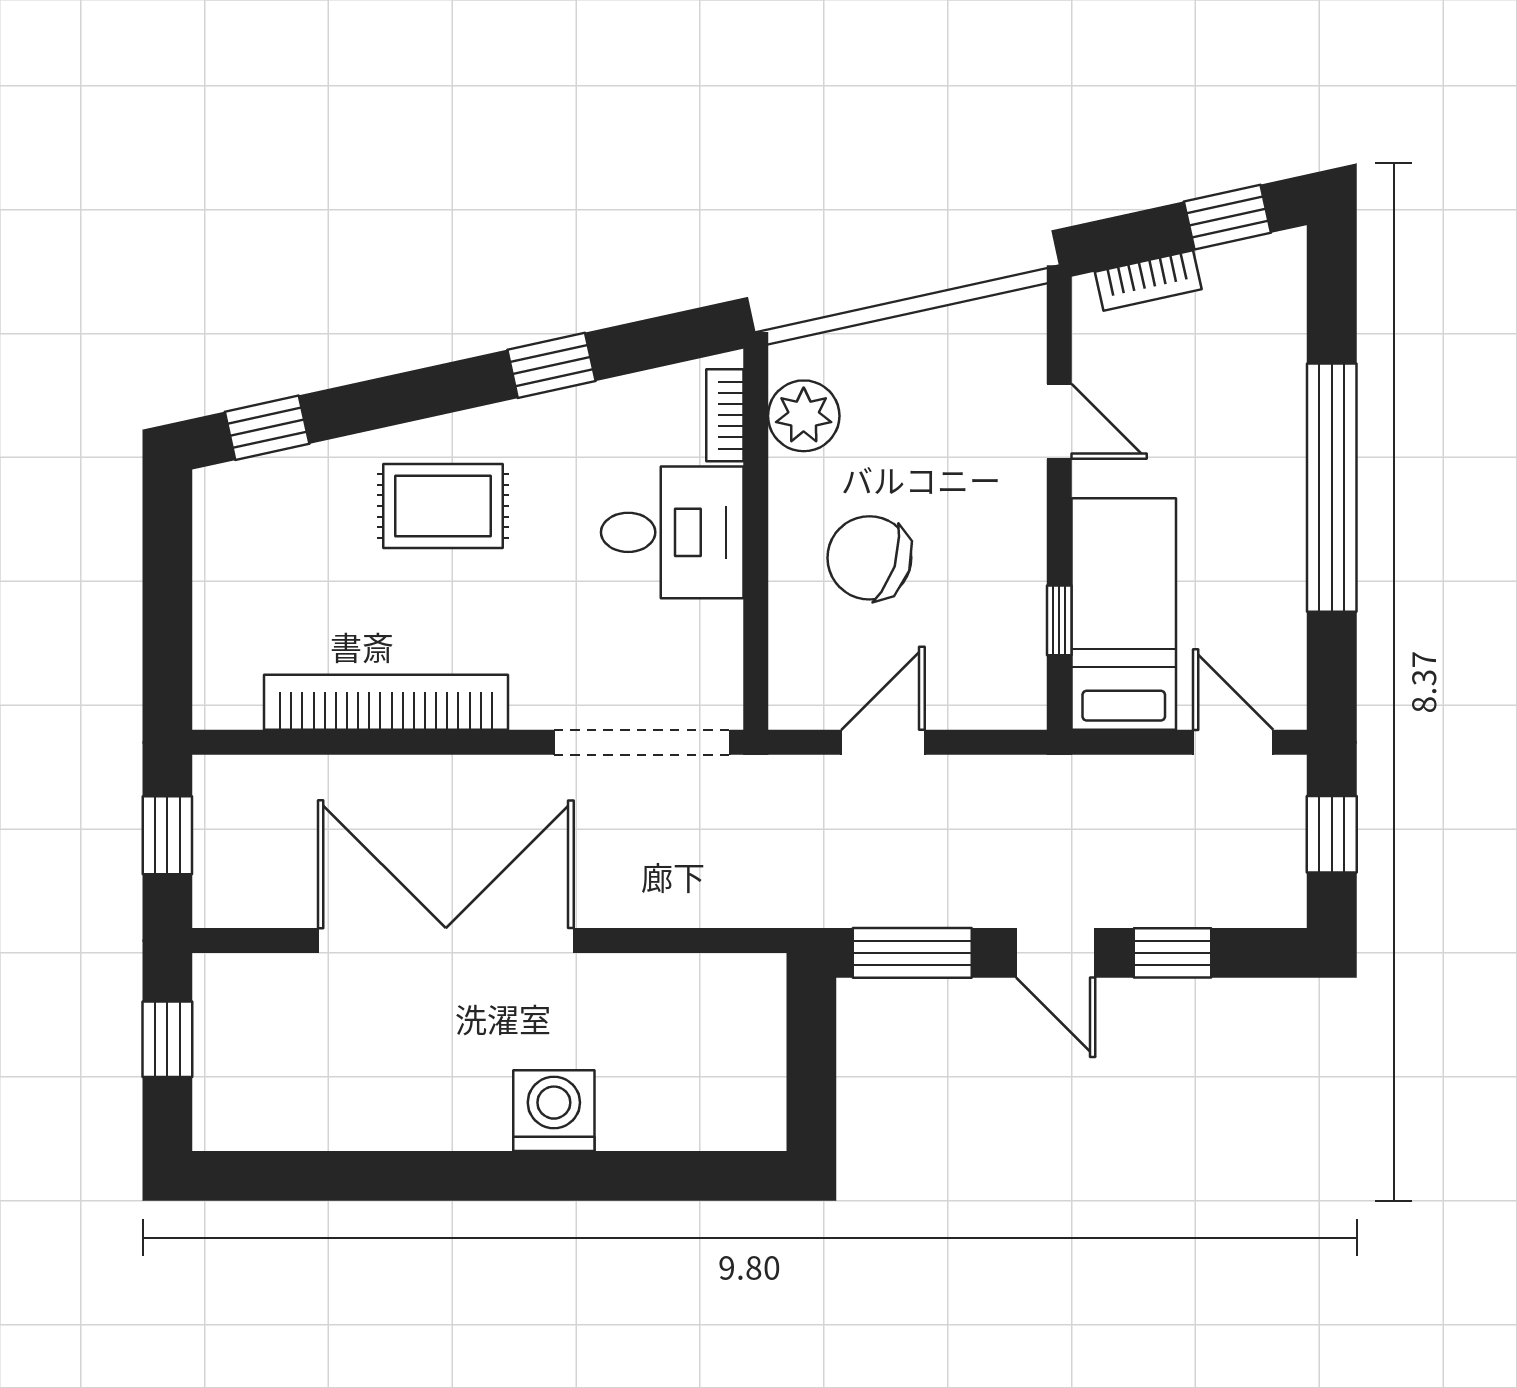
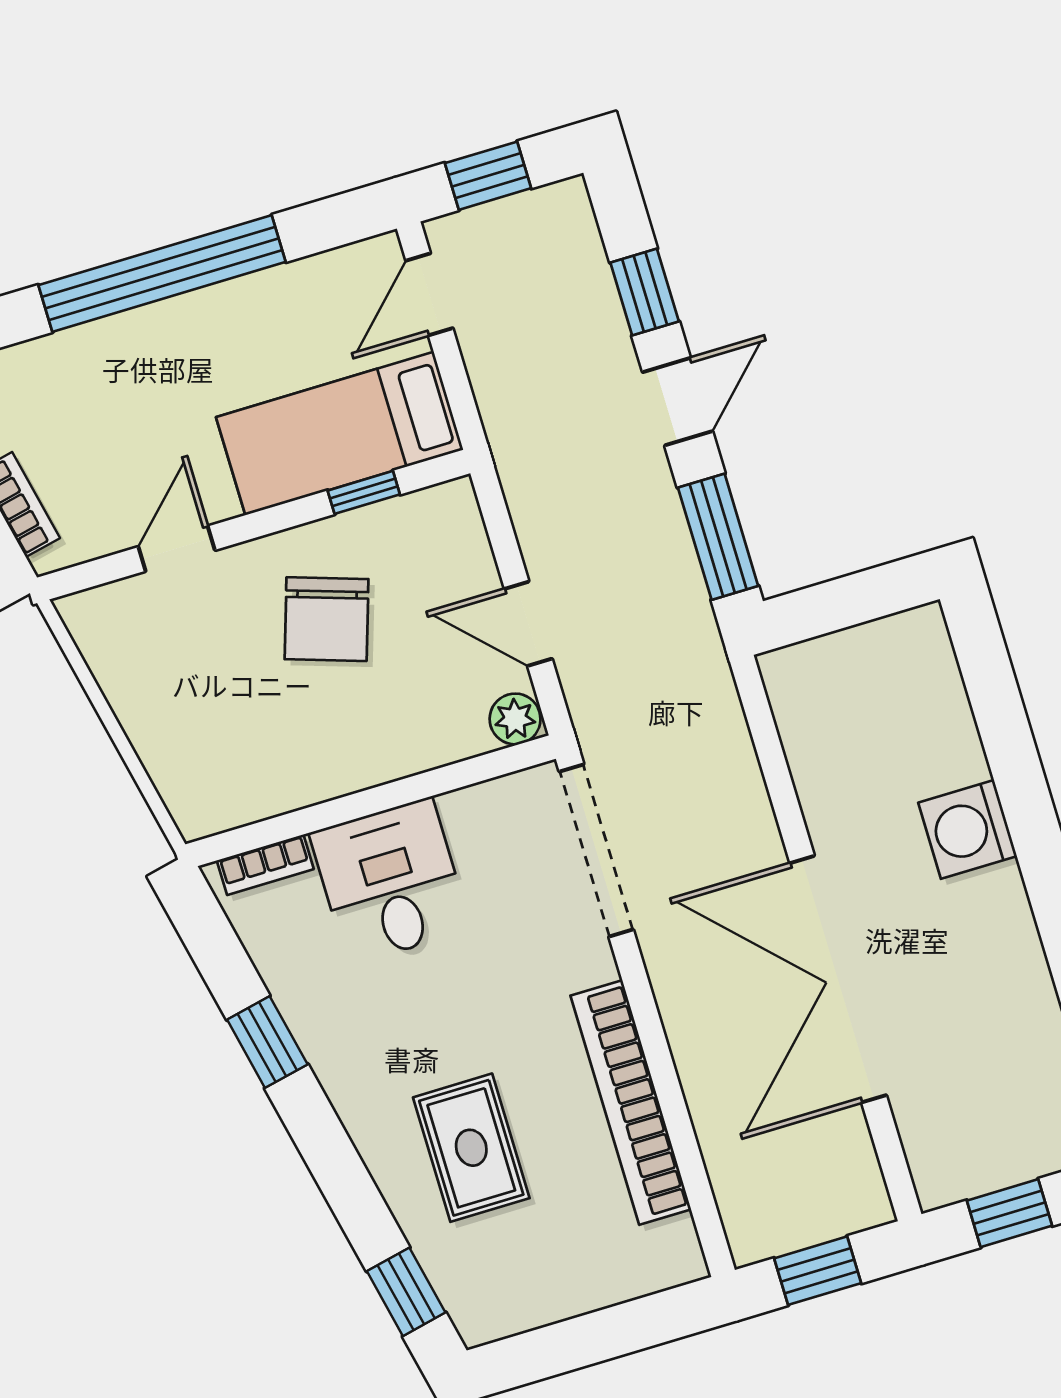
plant: (804, 416) -> (515, 719), moved, width x0.73, depth x0.73
rug: (443, 506) -> (471, 1148), moved
chair: (869, 558) -> (327, 619), moved

